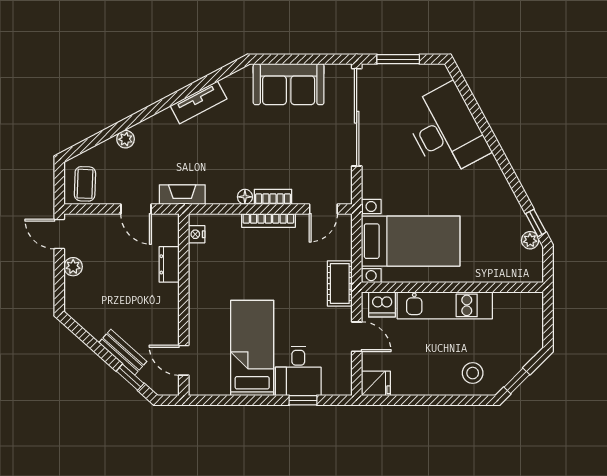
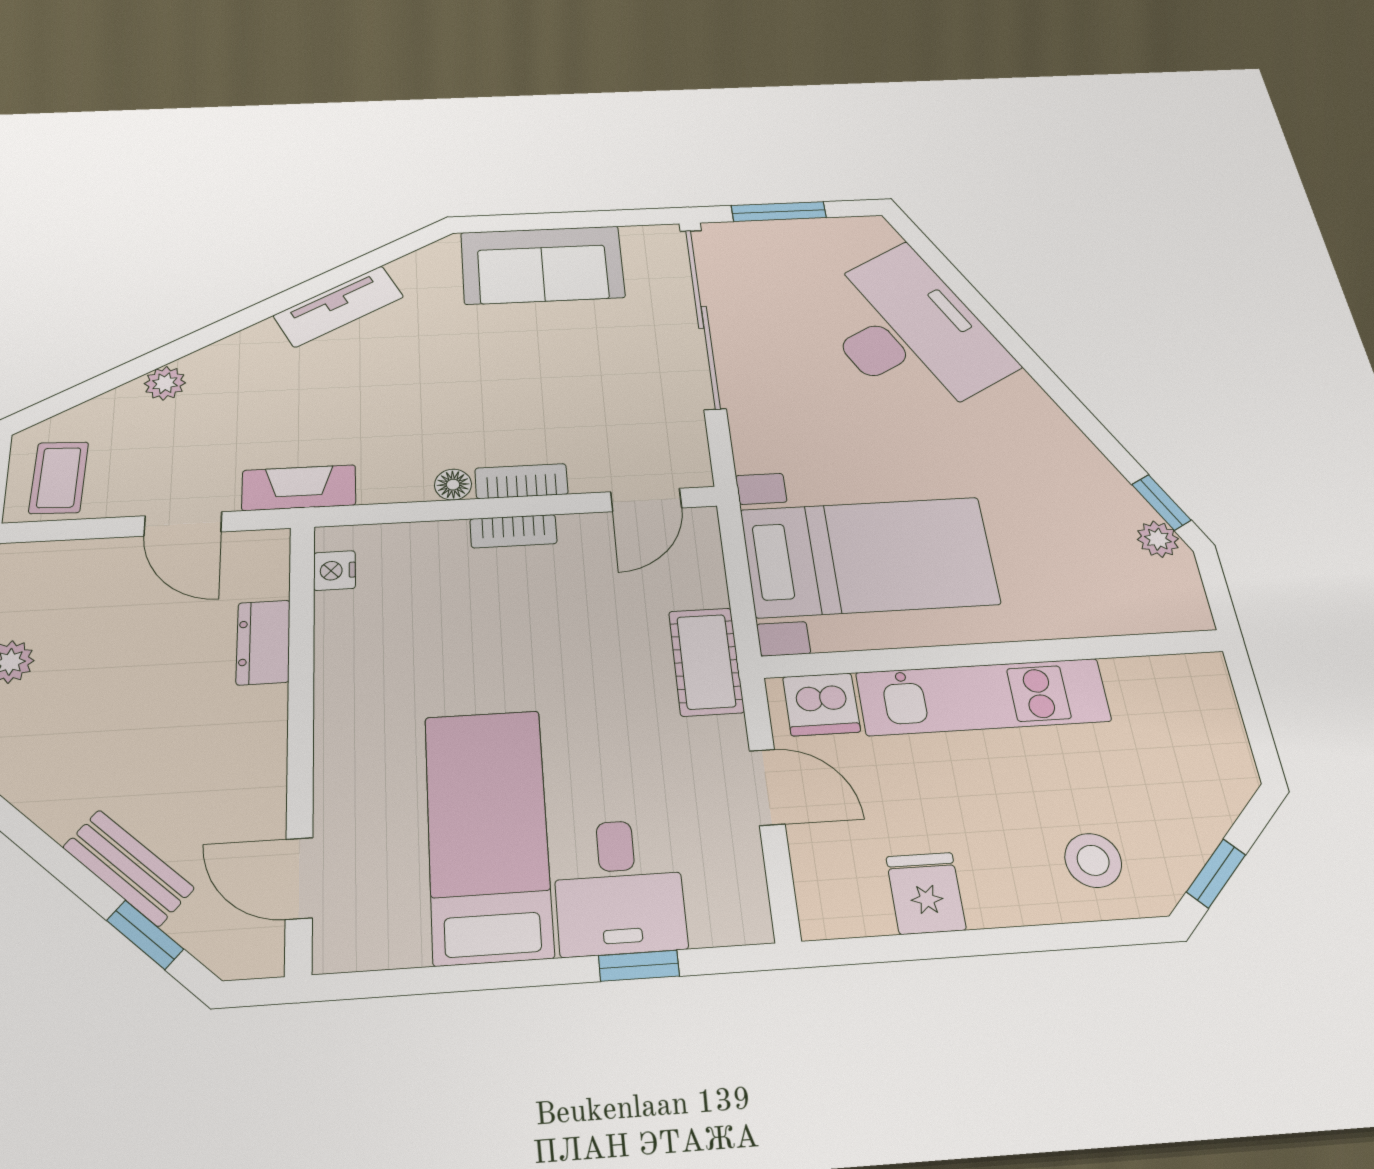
bookcase: (268, 220) -> (513, 531), width x0.64
fridge: (376, 383) -> (926, 893), moved, turned -90

